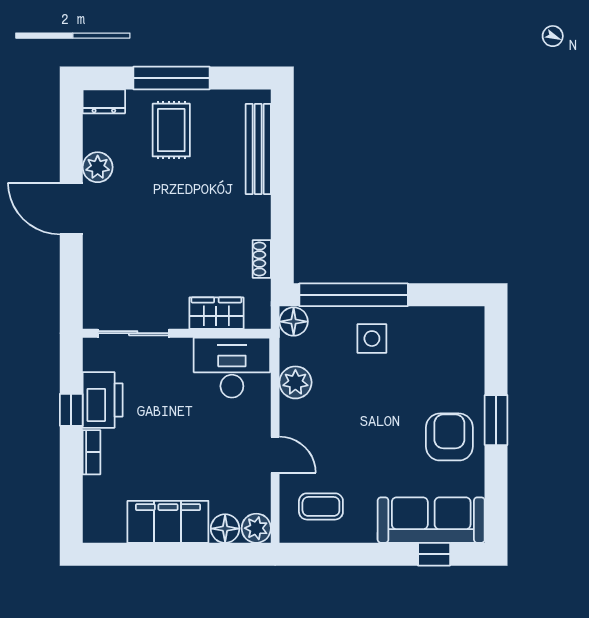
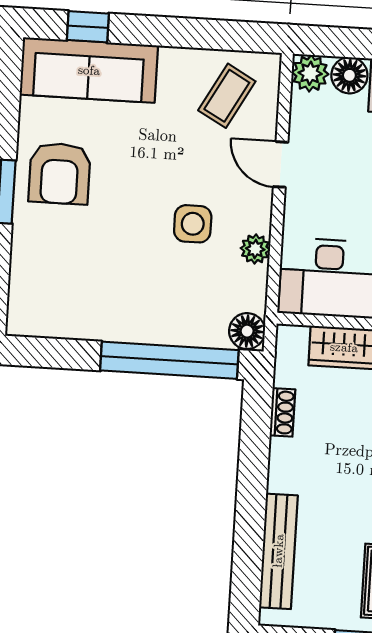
side table: (372, 339) -> (193, 224), moved
plant: (295, 382) -> (255, 249), width x0.73, depth x0.73
coffee table: (321, 506) -> (227, 96), turned -61

